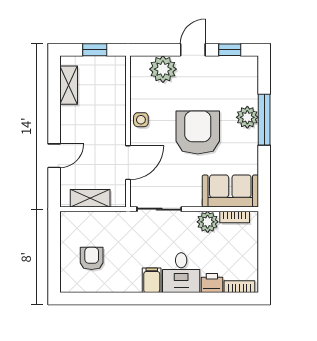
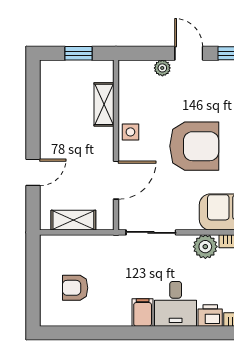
door: (193, 50) -> (189, 53), hinge flipped
plant: (163, 69) -> (162, 68), width x0.53, depth x0.53
shelving: (69, 85) -> (104, 104), moved
armchair: (198, 132) -> (194, 146), turned 90
armchair: (92, 258) -> (75, 288), turned -90

